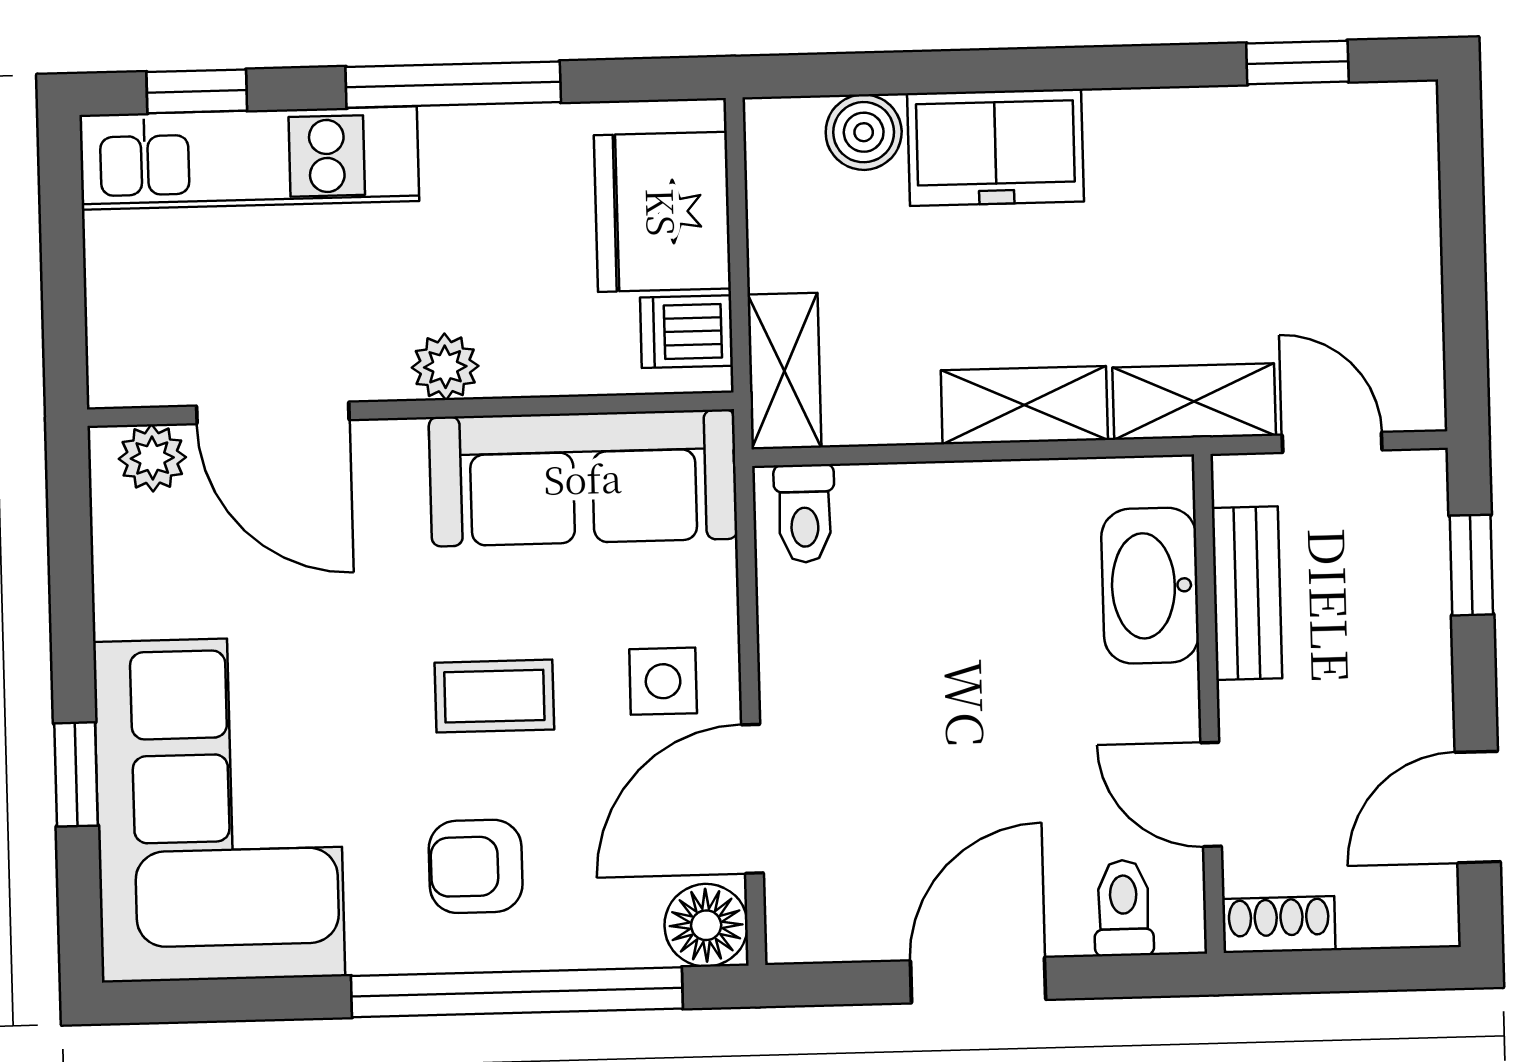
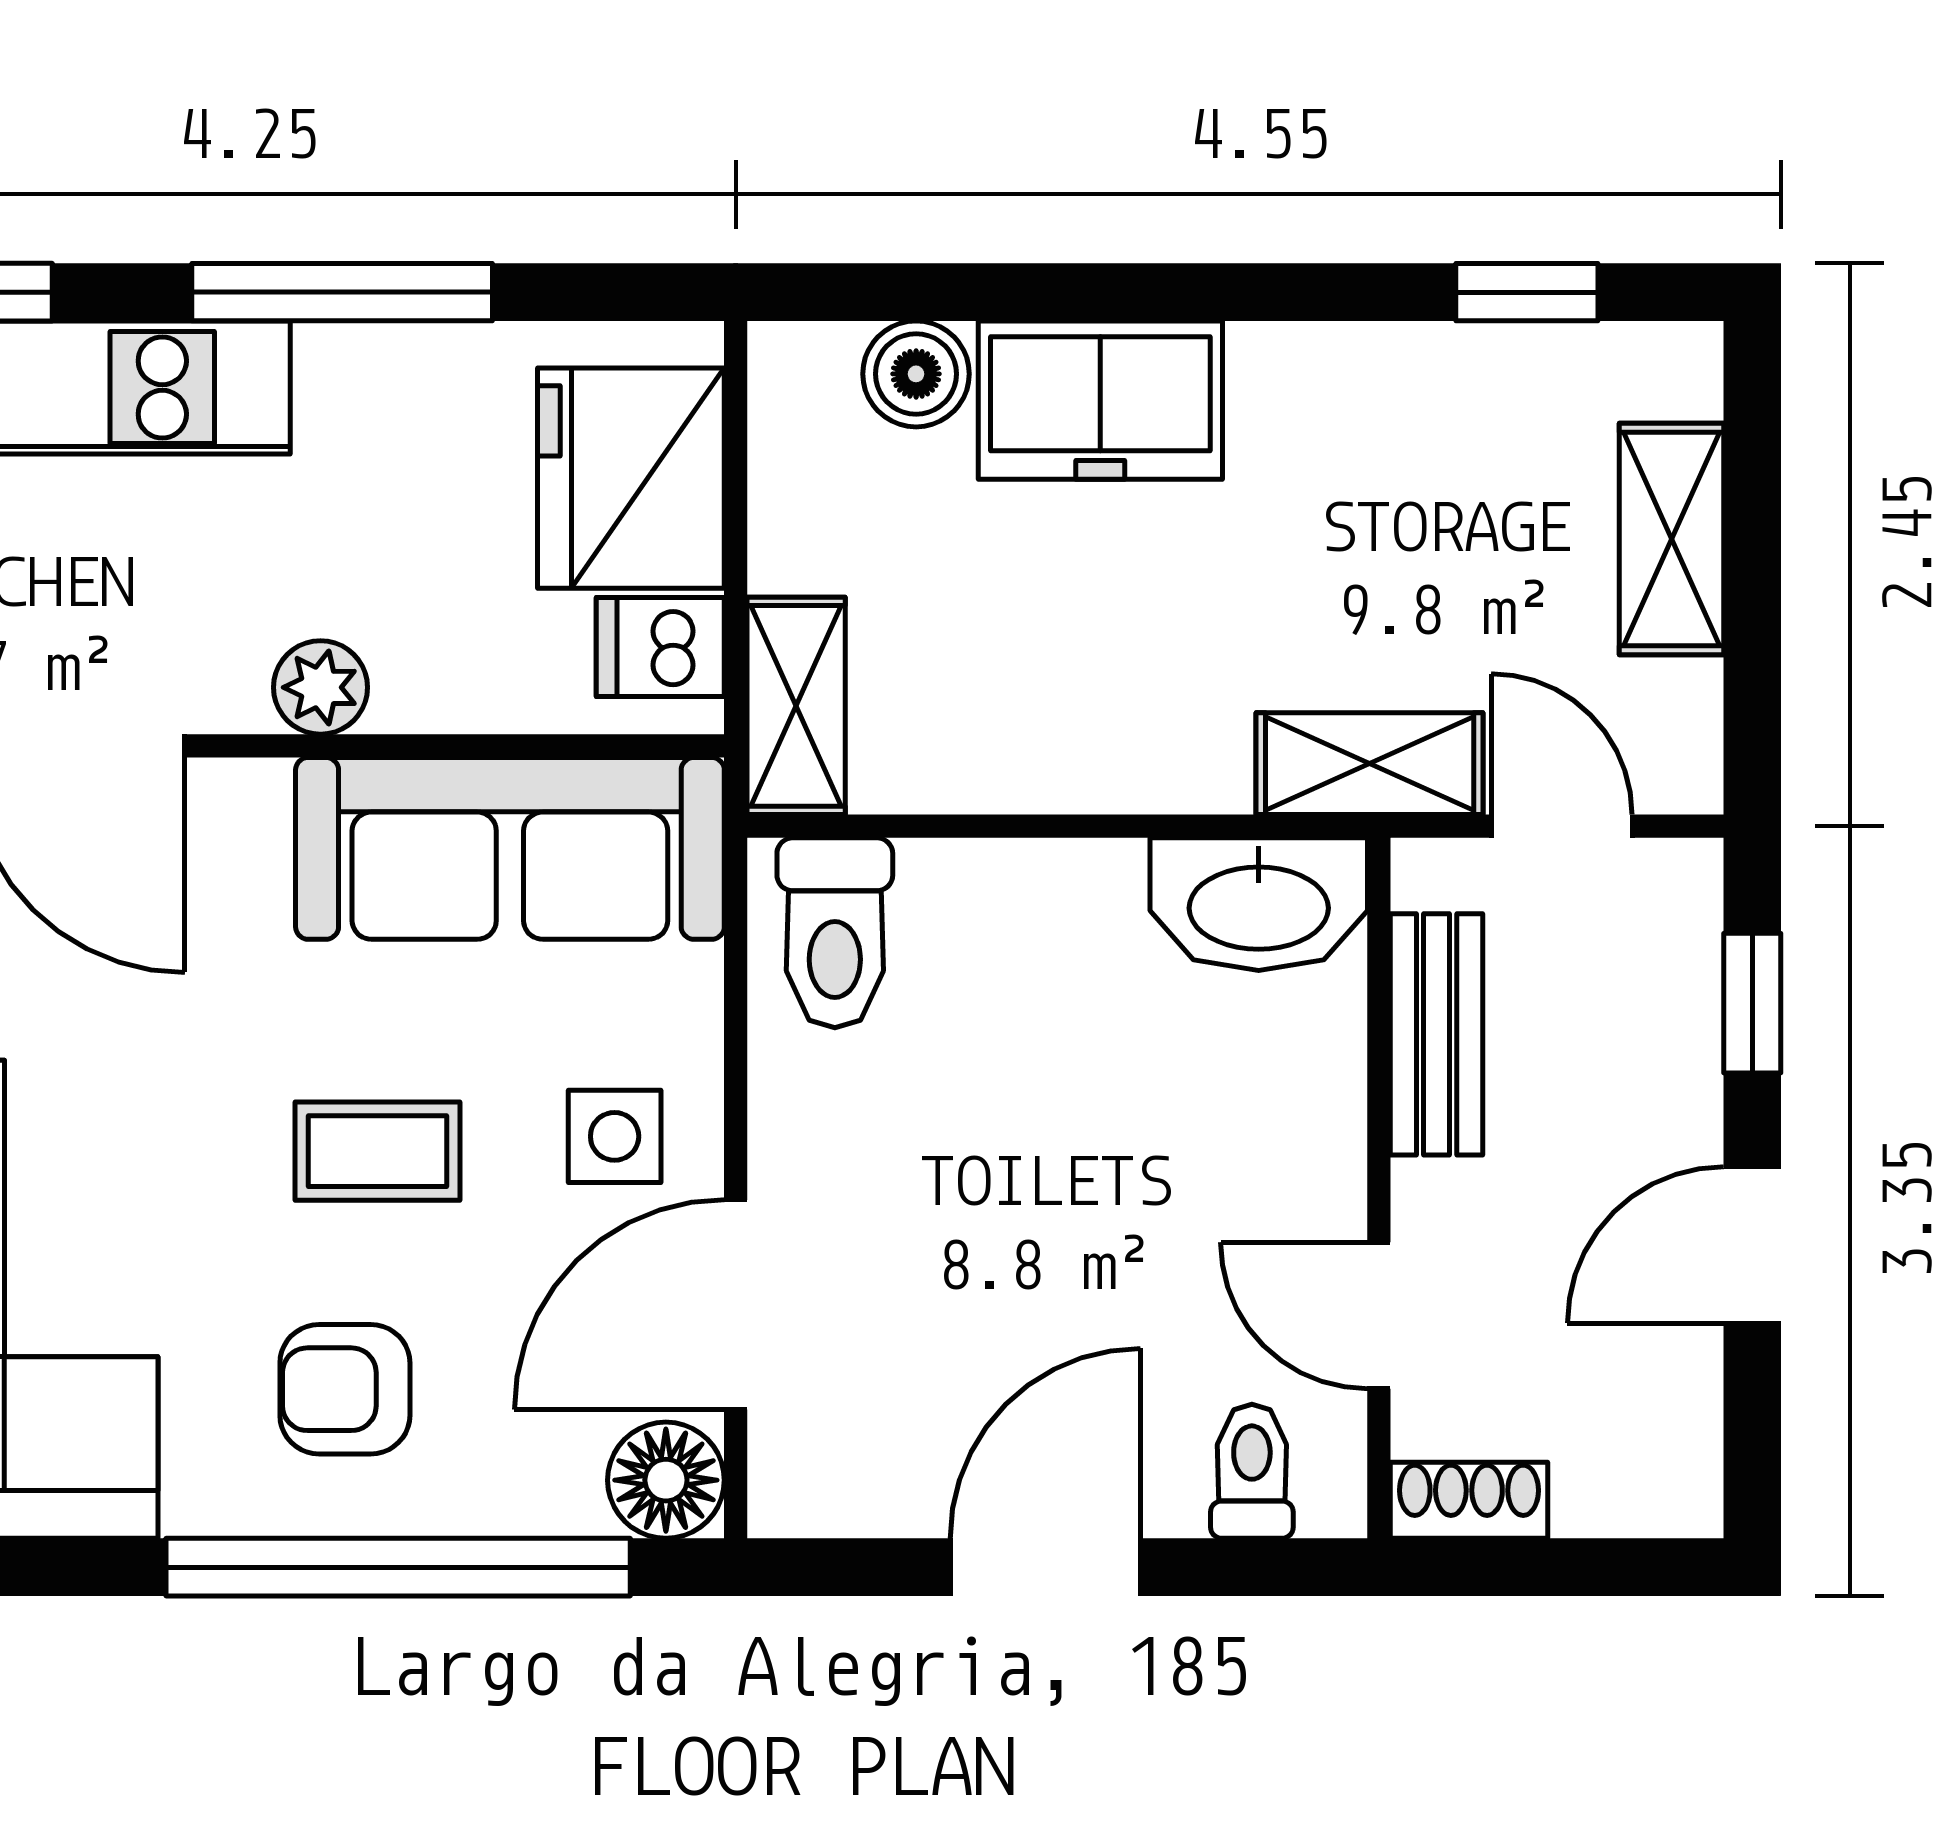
shelving: (1024, 405) -> (1671, 539), moved, turned 90
toilet: (805, 513) -> (835, 933), width x1.37, depth x1.39
washbasin: (1150, 586) -> (1259, 904), moved, turned -90
door: (1478, 807) -> (1752, 1245), moved

